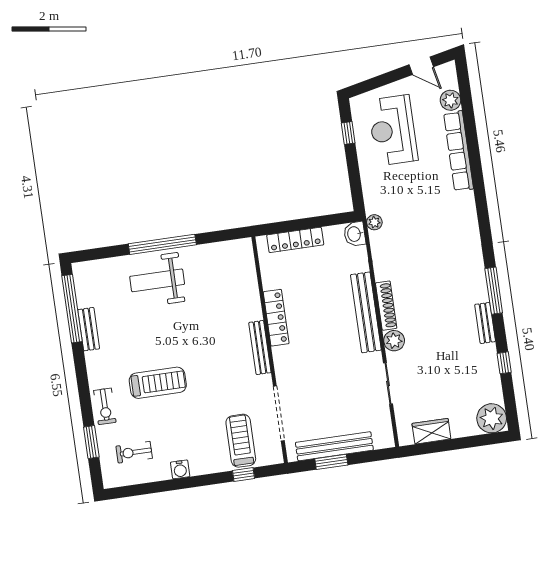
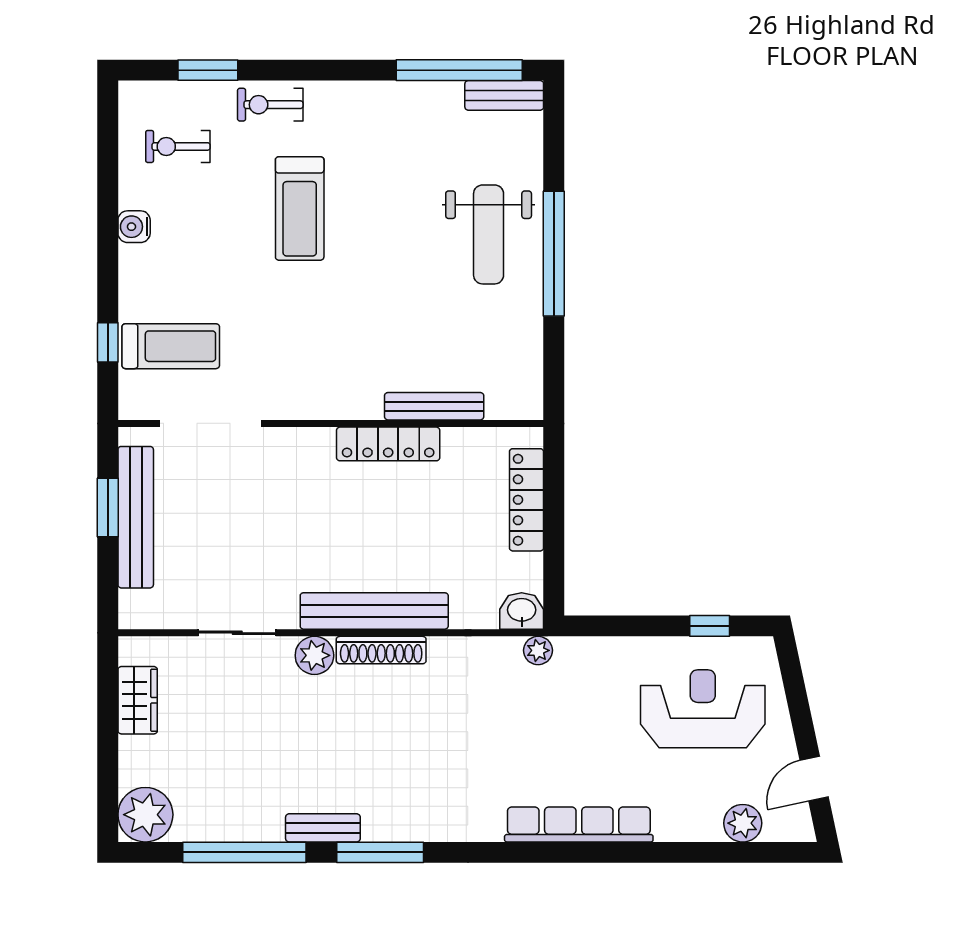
row of seats: (458, 151) -> (579, 824), moved
weight bench: (157, 280) -> (489, 234), turned 180
bench: (89, 329) -> (504, 95), moved
bench: (260, 348) -> (434, 406), moved
window: (504, 363) -> (244, 852), width x3.17
exercise bike: (134, 452) -> (178, 146), turned -90

